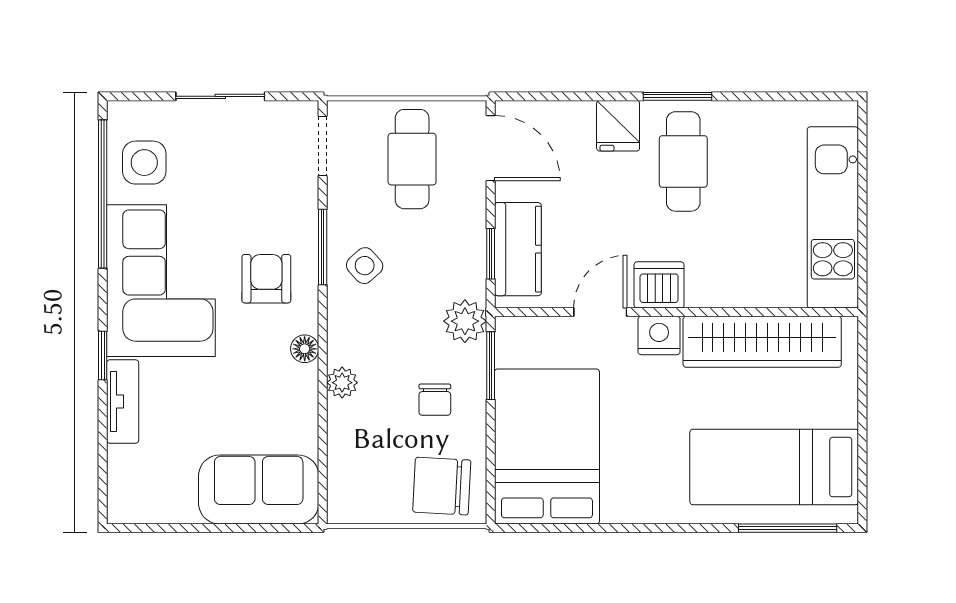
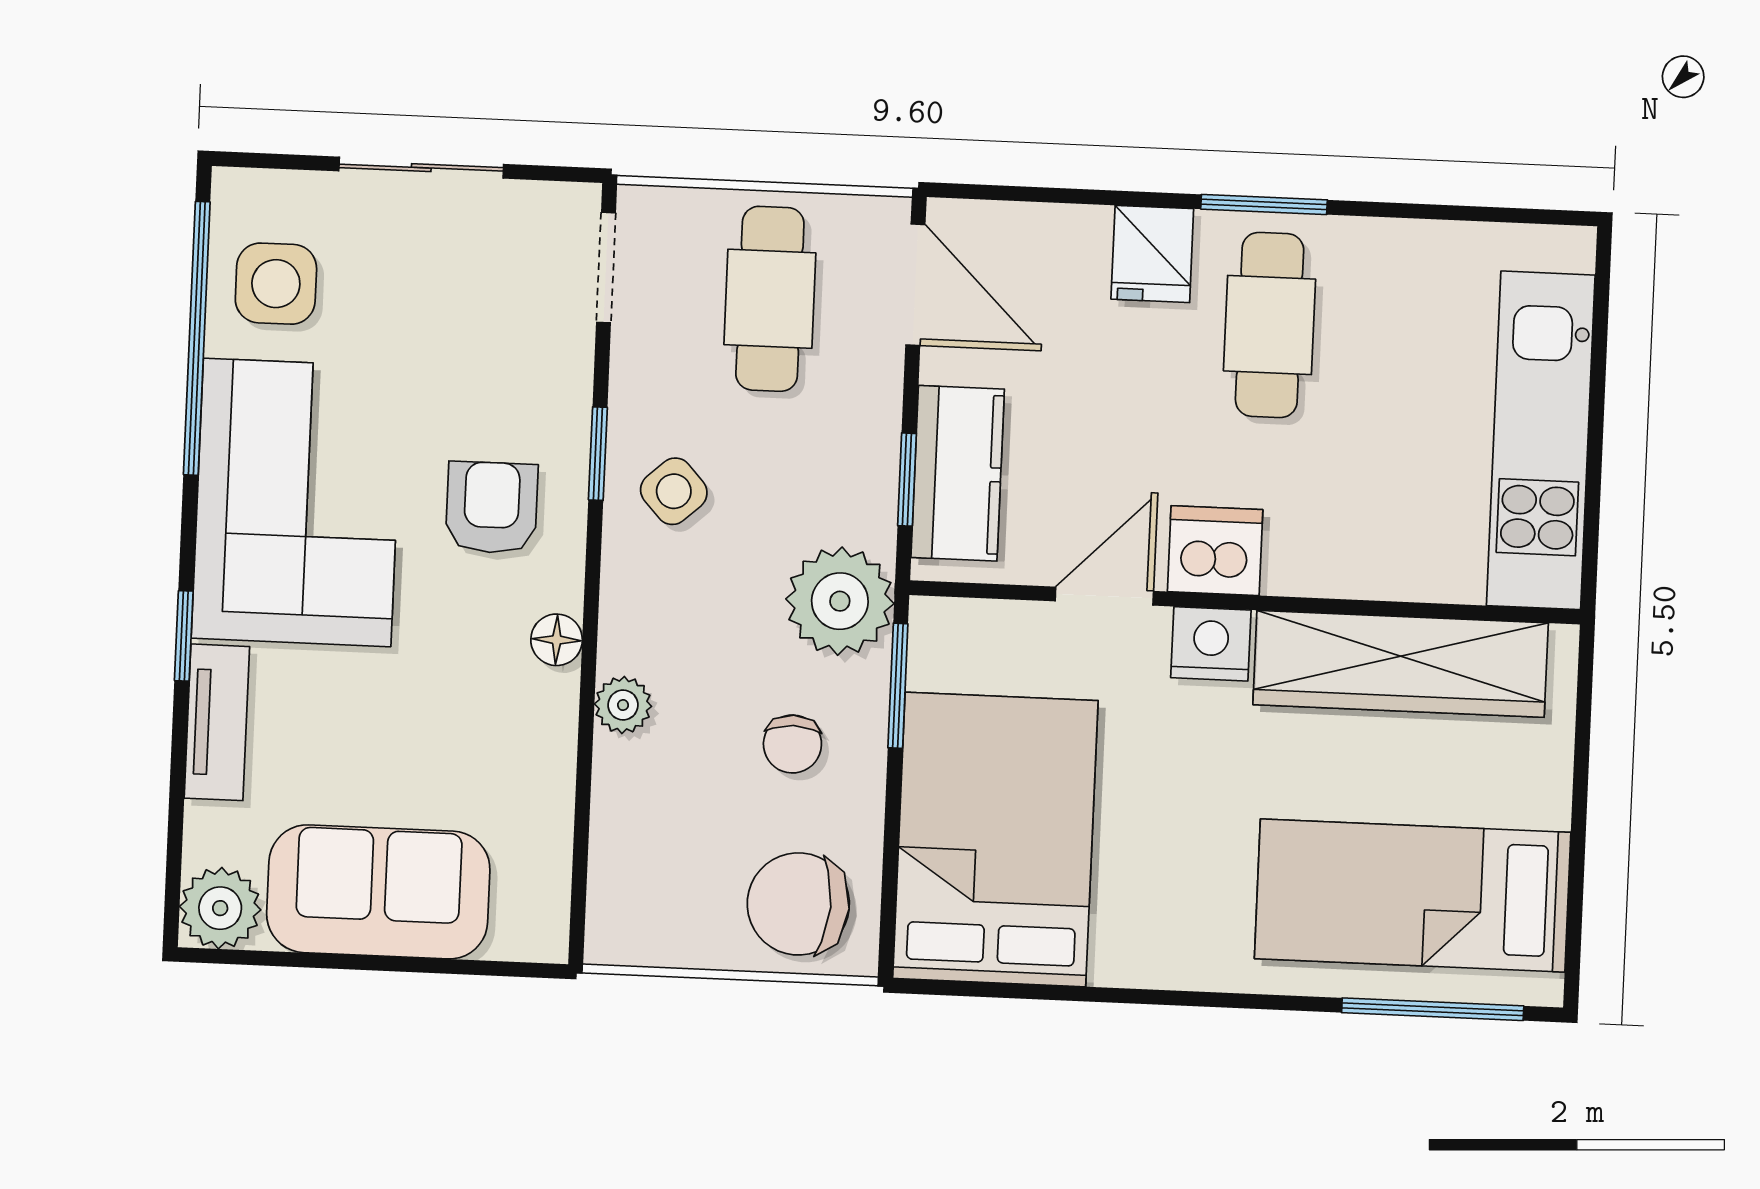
window: (323, 247) -> (598, 454), width x0.67
plant: (465, 321) -> (840, 601), width x1.36, depth x1.36
sofa: (259, 489) -> (378, 892), moved
plant: (129, 502) -> (220, 908), added

